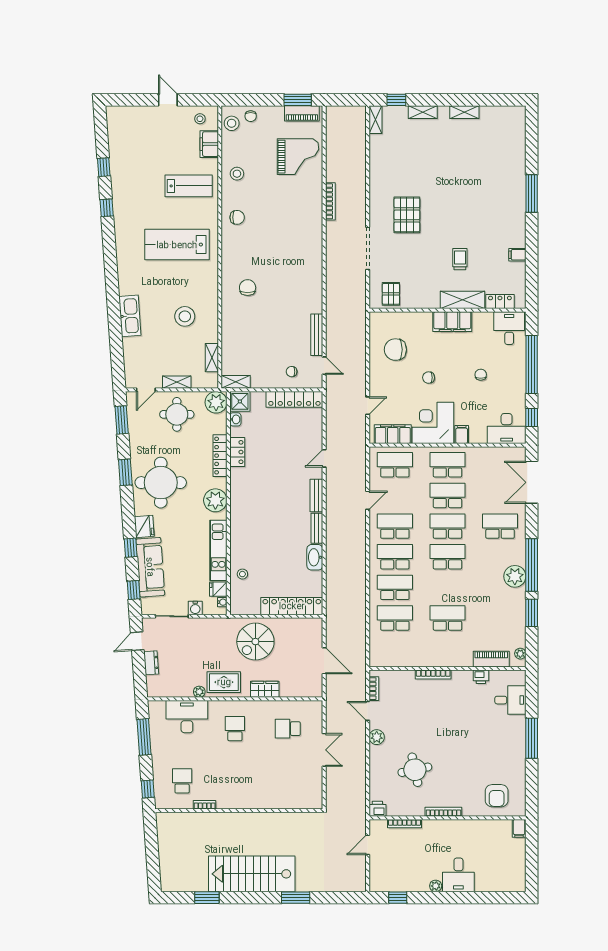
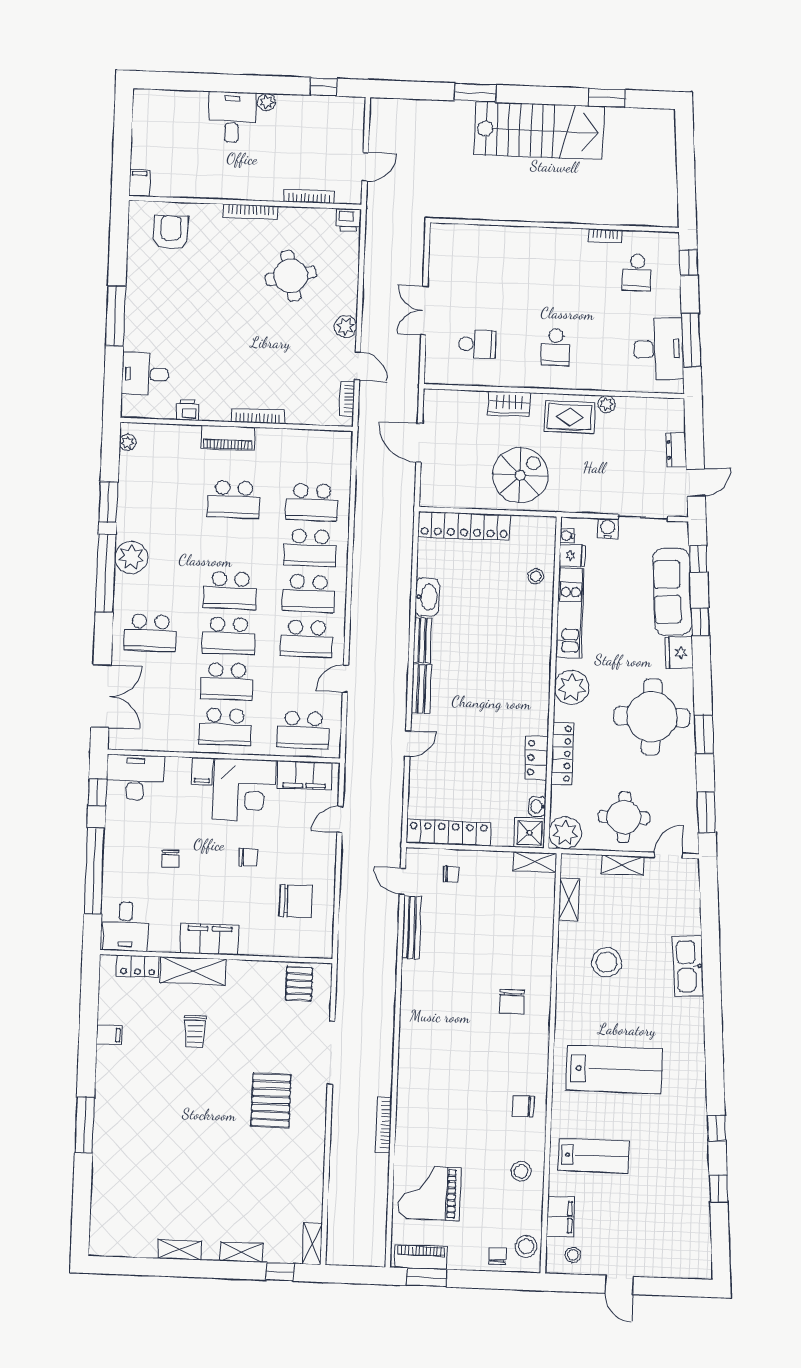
lab bench: (189, 186) -> (594, 1156), turned 180
piano: (491, 659) -> (228, 438), moved
desk: (187, 717) -> (659, 349), moved, turned -94

